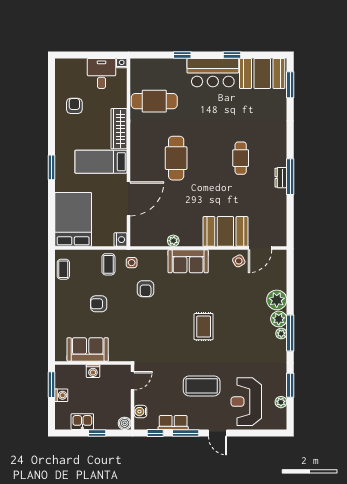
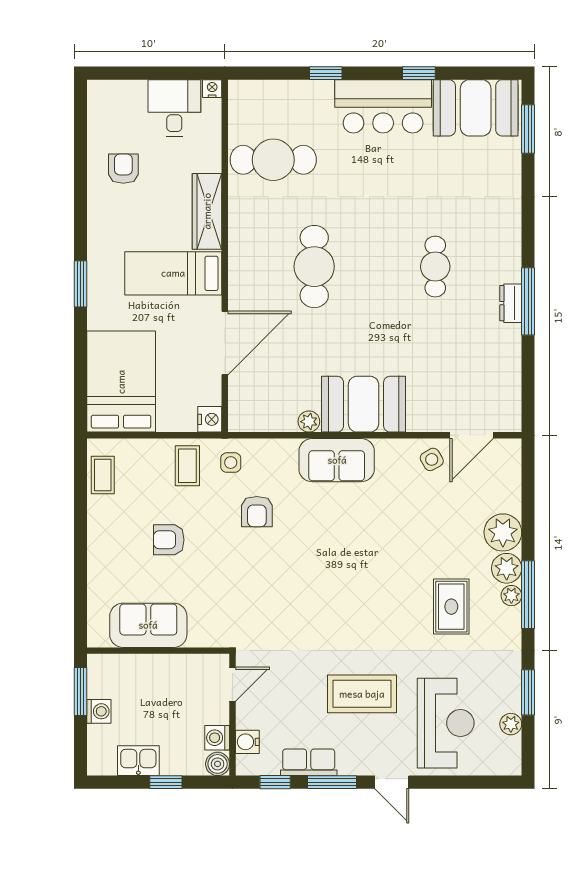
booth: (225, 231) -> (364, 404), moved
rug: (204, 327) -> (451, 607), moved
washing machine: (93, 371) -> (217, 738), moved, turned 90
reception desk: (246, 402) -> (446, 723), turned 180

